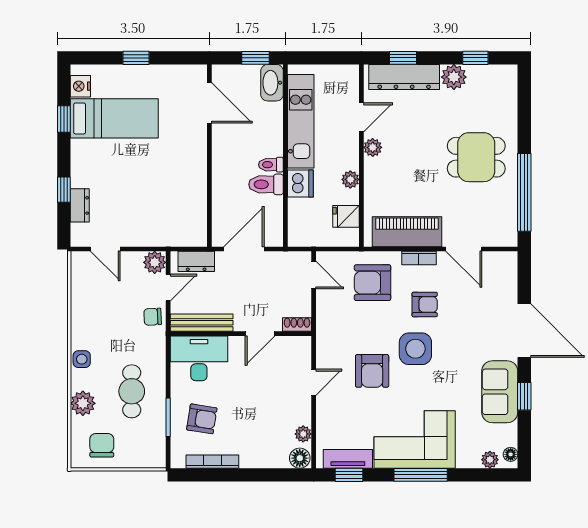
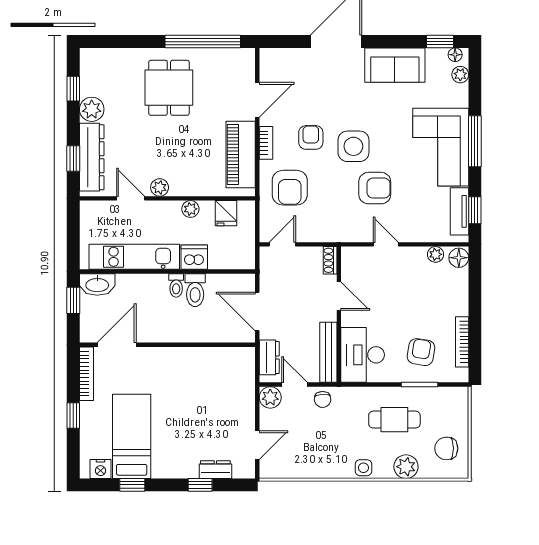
bookcase: (179, 71) -> (86, 374), added
window: (524, 396) -> (440, 42), moved

